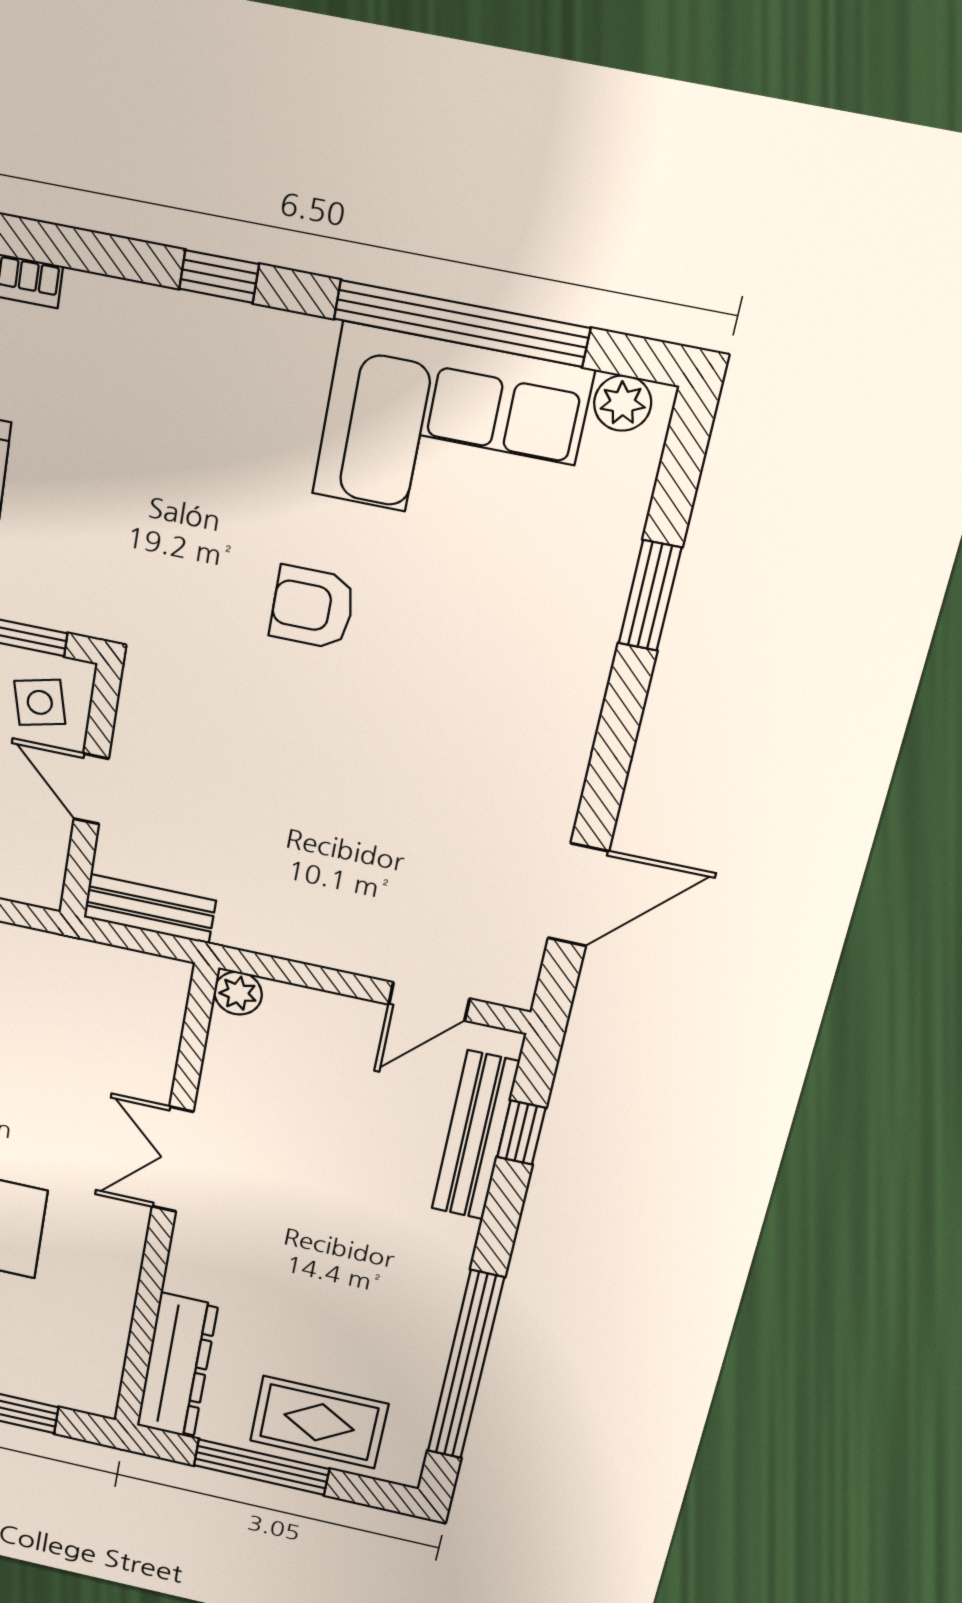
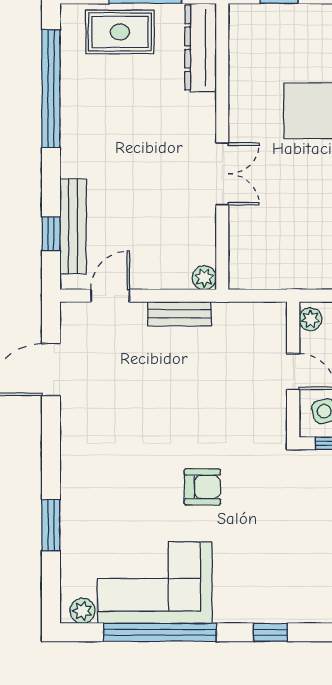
plant: (43, 876) -> (310, 319), added
bench: (150, 909) -> (179, 314), moved

